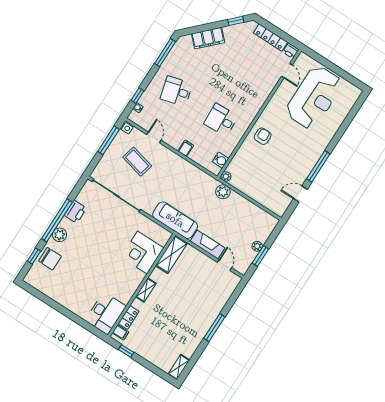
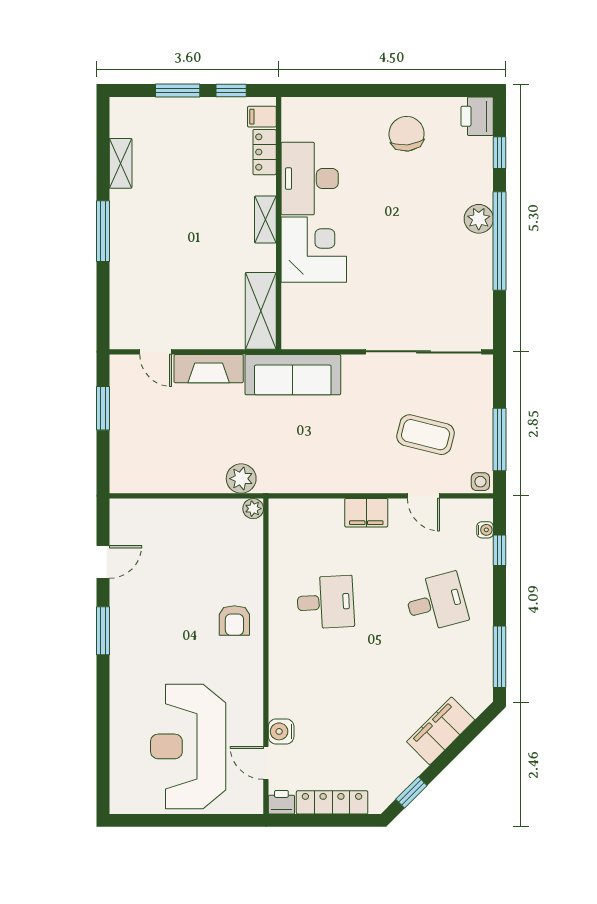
filing cabinet: (186, 148) -> (366, 513), width x2.00
water cooler: (221, 160) -> (281, 731), moved
window: (318, 166) -> (103, 631), width x0.69
printer: (75, 212) -> (477, 116), moved
plant: (257, 246) -> (120, 422), removed
corner desk: (142, 252) -> (314, 250), moved
chair: (50, 259) -> (407, 134), moved, turned 84
desk: (106, 313) -> (310, 179), moved
window: (148, 365) -> (178, 91), added
shelving: (179, 367) -> (121, 163), moved

